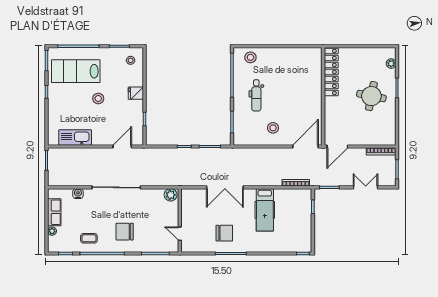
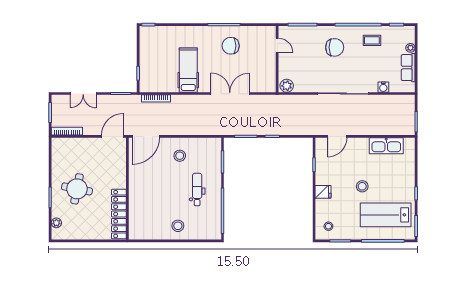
stool: (250, 57) -> (178, 226), moved
lab bench: (76, 71) -> (386, 215), turned 180

